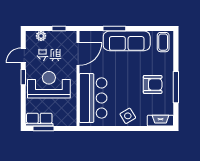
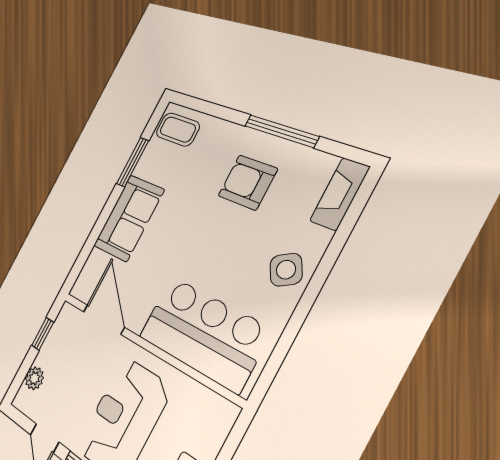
window: (114, 29) -> (133, 162), moved
sofa: (127, 41) -> (129, 218), width x0.73
armchair: (153, 84) -> (248, 182), turned -90

